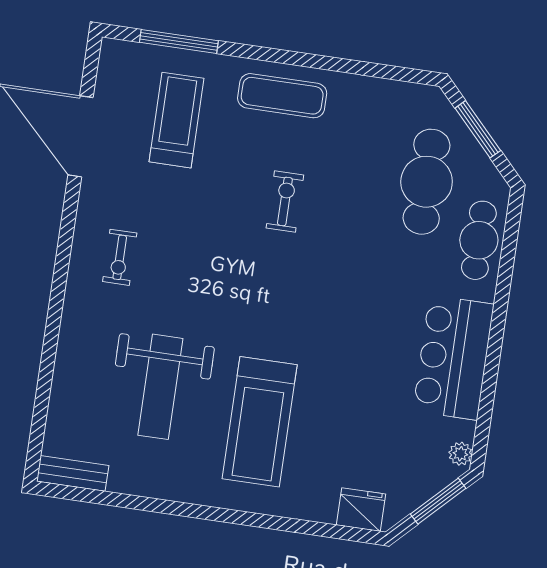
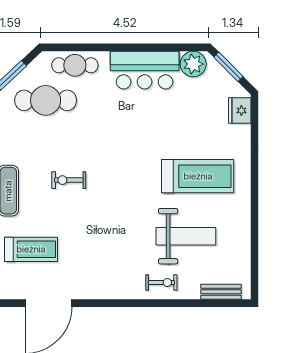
treadmill: (176, 120) -> (31, 249), turned 180
exercise bike: (120, 257) -> (161, 283), moved
plant: (460, 454) -> (193, 64), width x1.87, depth x1.87
bench: (73, 473) -> (221, 292), moved, turned 90

